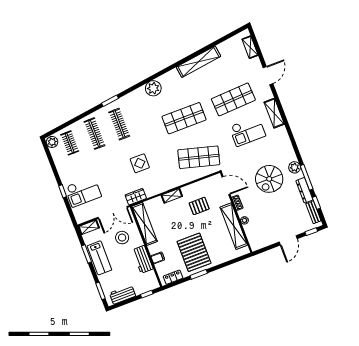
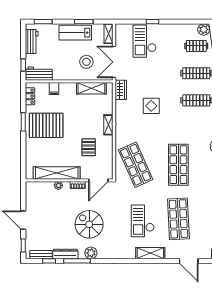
shop shelf: (199, 157) -> (136, 165), turned -39
shelving: (145, 224) -> (91, 88), width x0.68
workbench: (143, 259) -> (39, 74), moved

